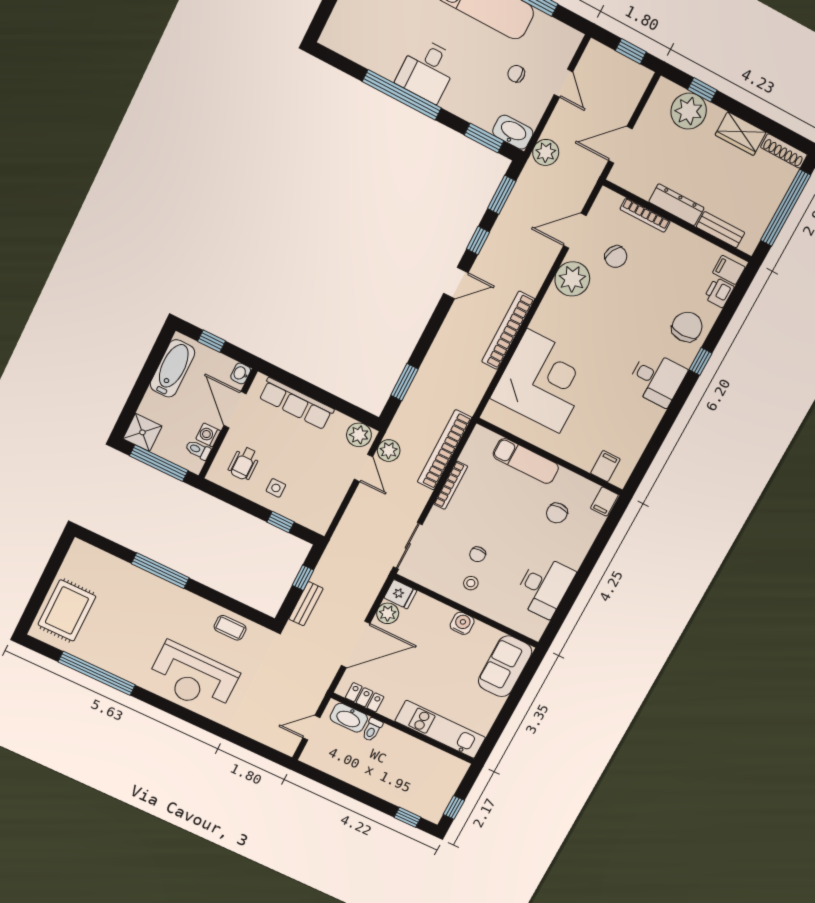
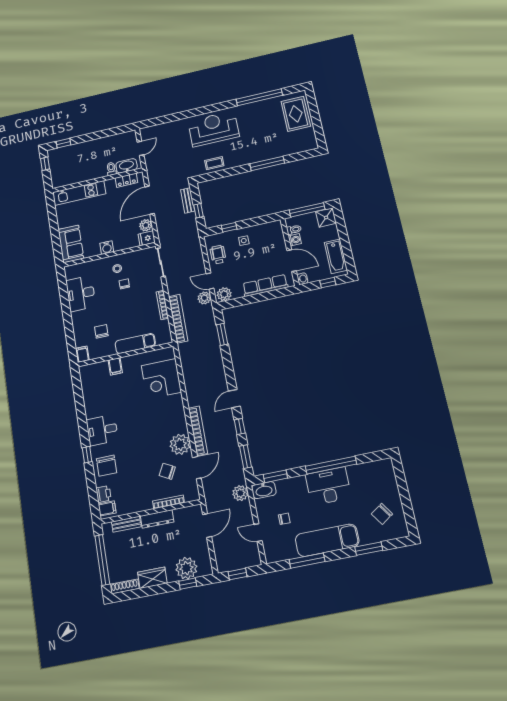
desk: (427, 70) -> (328, 486), width x1.37
bookcase: (508, 330) -> (198, 431), moved
corner desk: (543, 381) -> (161, 379), width x0.74, depth x0.74
wheelchair: (244, 463) -> (218, 255), moved
filing cabinet: (605, 466) -> (115, 366), moved

